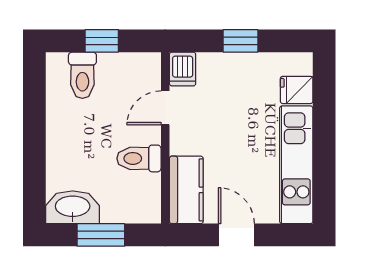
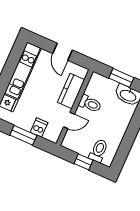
window: (240, 41) -> (23, 135), width x1.50
dishwasher: (183, 69) -> (39, 128), moved
kitchen counter: (186, 190) -> (71, 91), moved

